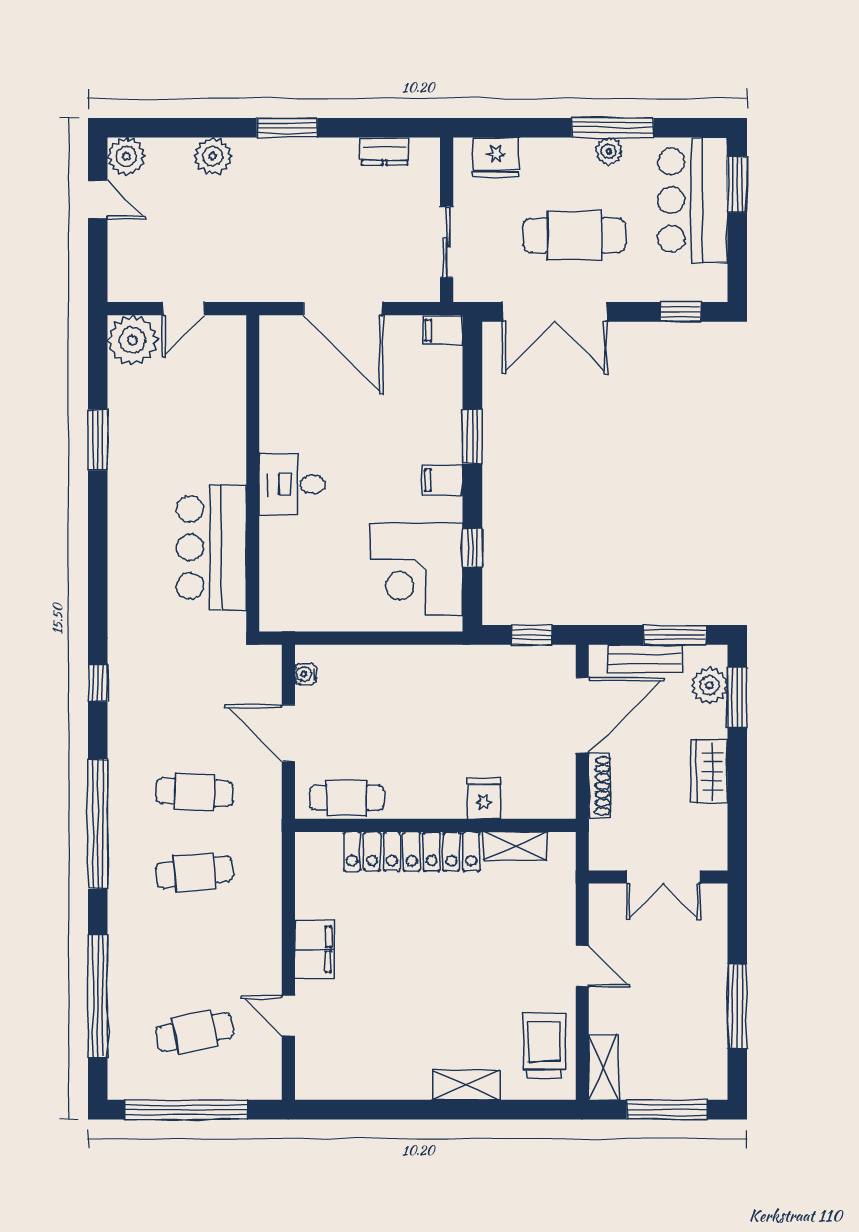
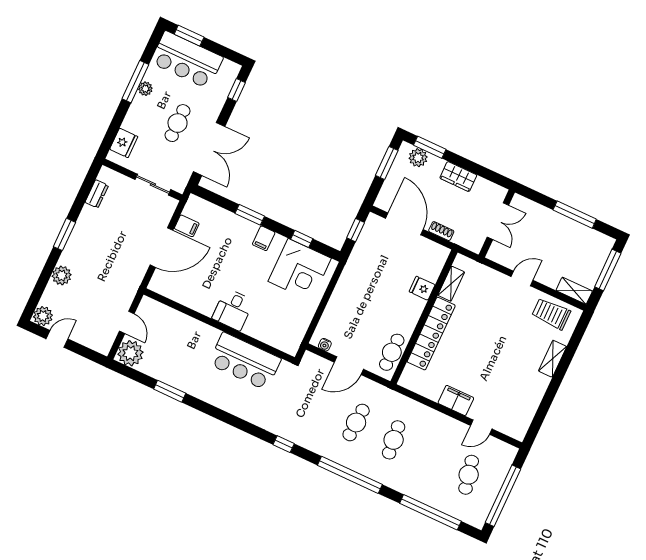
cafe table: (574, 235) -> (178, 123), width x0.73, depth x0.74
filing cabinet: (443, 330) -> (187, 226), moved, turned -90
bench: (645, 659) -> (391, 182), removed
shoe rack: (600, 786) -> (441, 231), width x0.70

